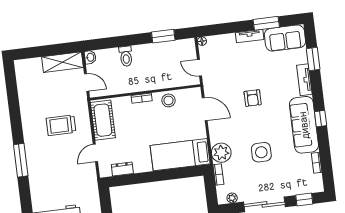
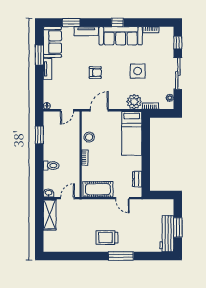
trolley: (61, 125) -> (107, 238), moved, turned 90

